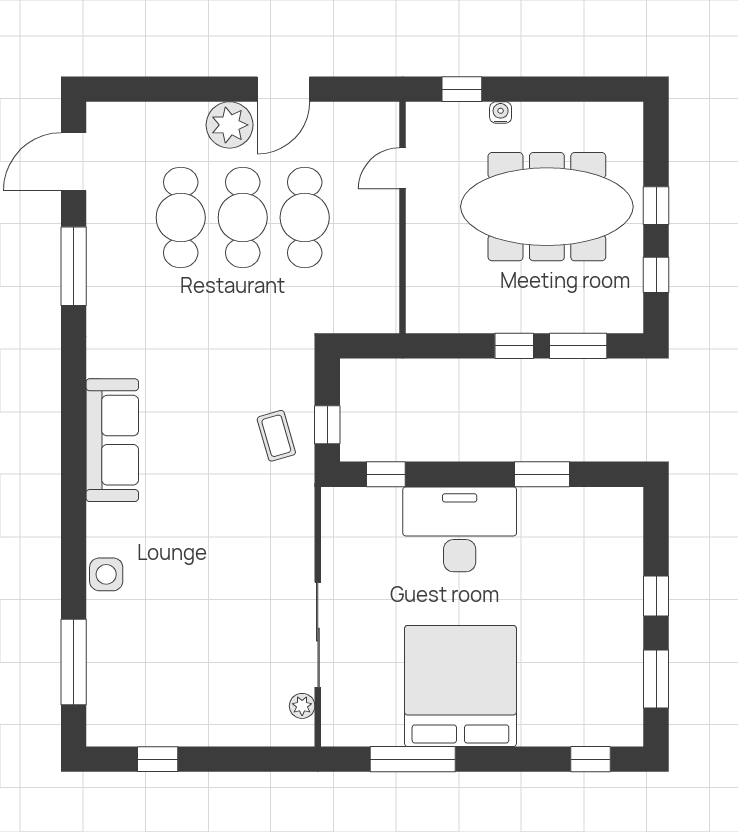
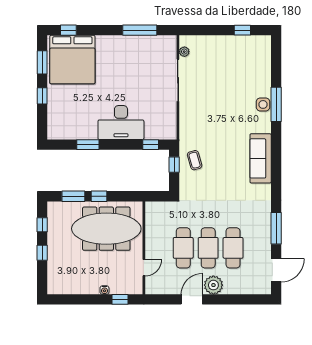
meeting table: (547, 207) -> (106, 229), moved
window: (74, 662) -> (276, 104), moved
bed: (460, 686) -> (72, 60), moved

